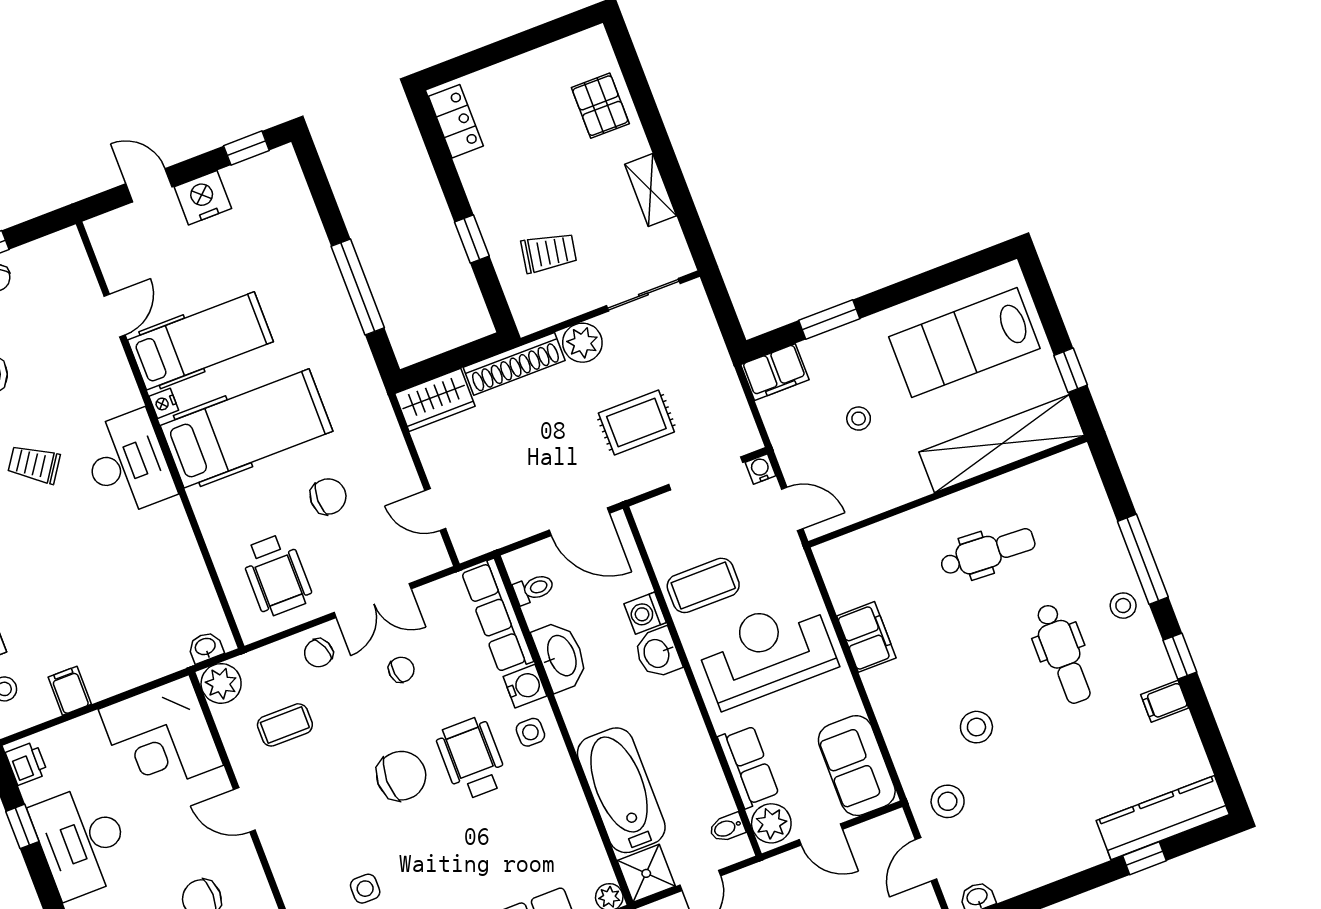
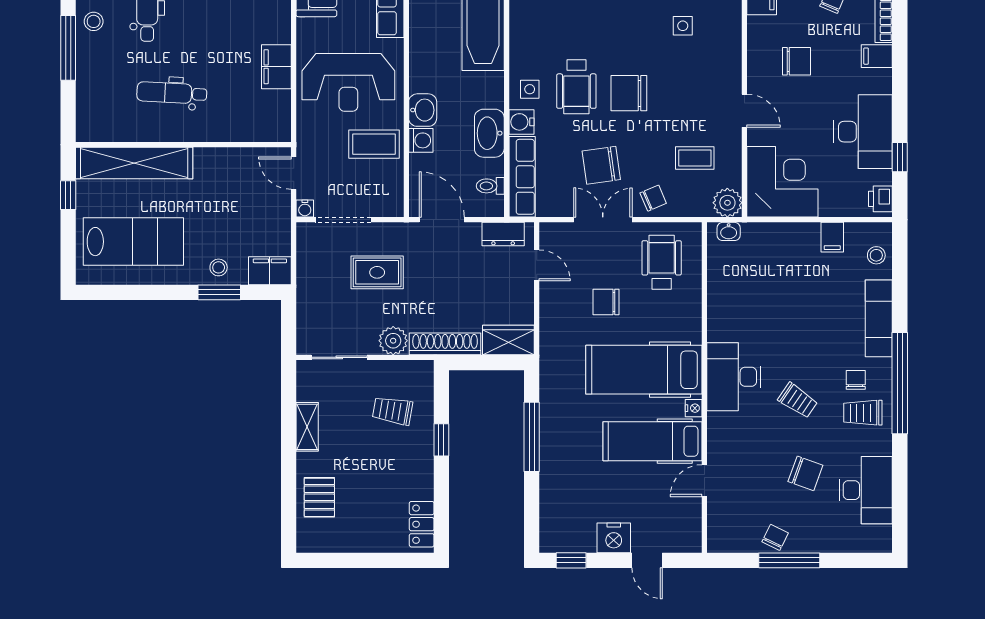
stool: (859, 419) -> (219, 267), moved
dresser: (494, 533) -> (503, 234), added
chair: (401, 670) -> (601, 165), width x1.87, depth x1.87

